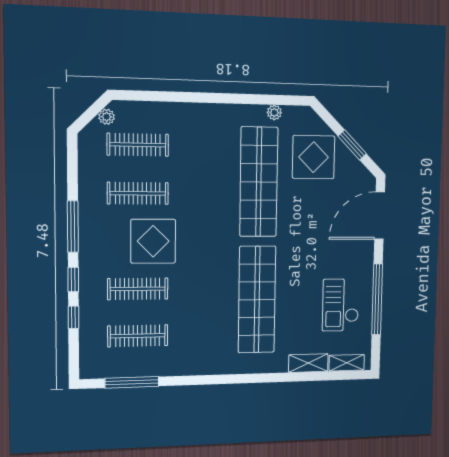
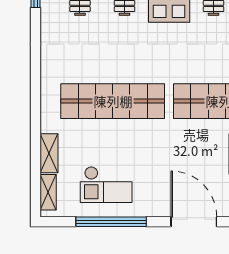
checkout: (341, 305) -> (106, 185), turned 180

